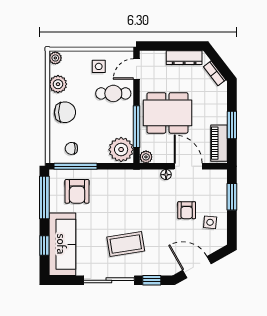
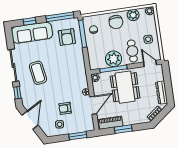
plant: (121, 150) -> (114, 59), moved
armchair: (77, 191) -> (67, 37), turned -90

